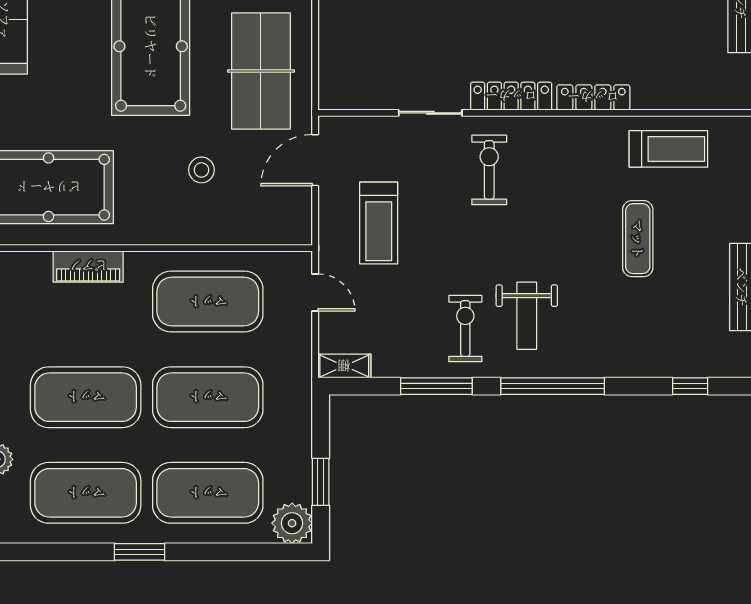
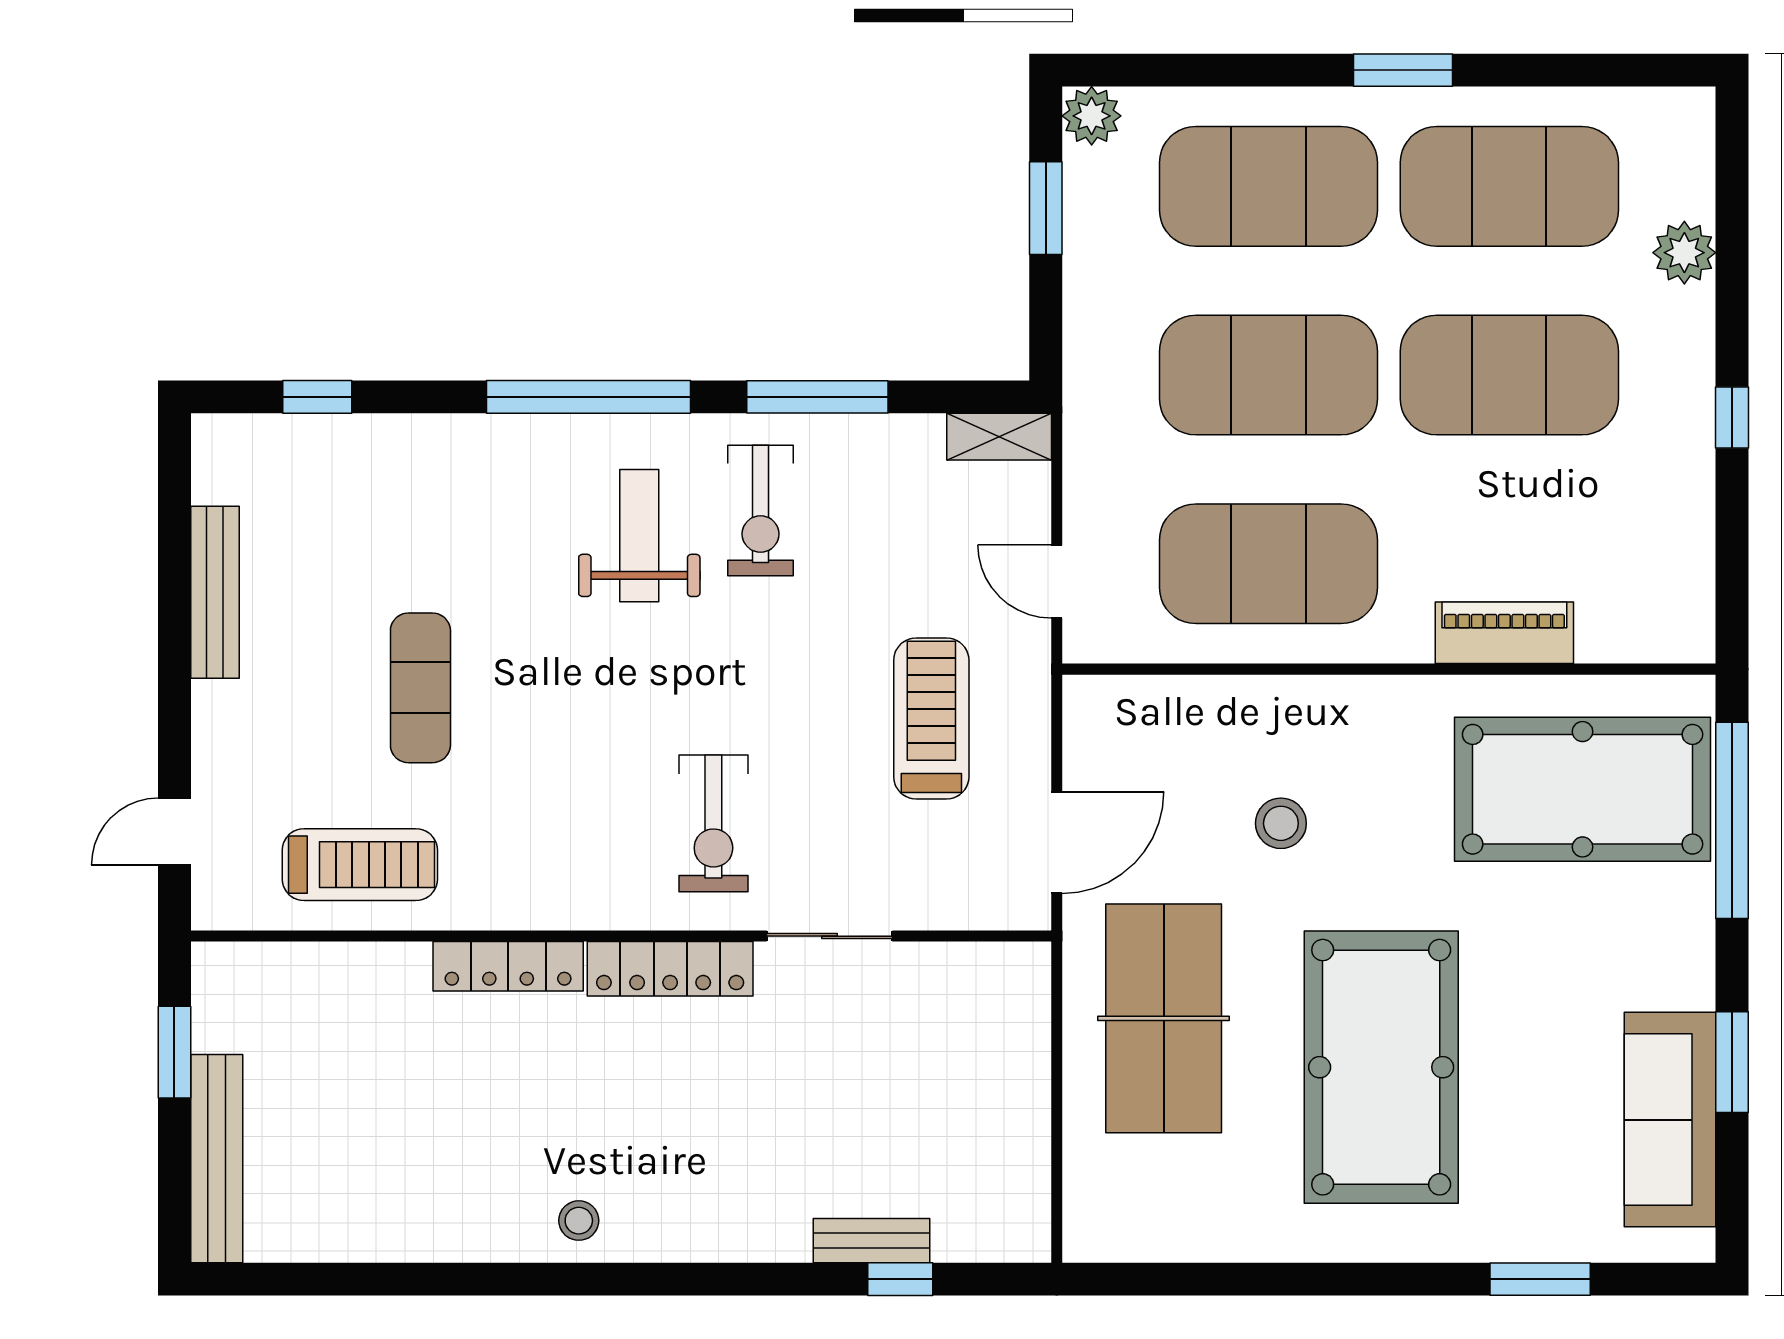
treadmill: (668, 149) -> (360, 865), turned 180
plant: (292, 523) -> (1092, 116), width x0.73, depth x0.73

